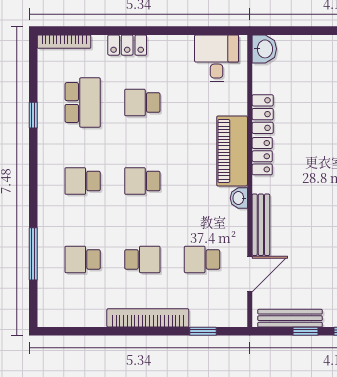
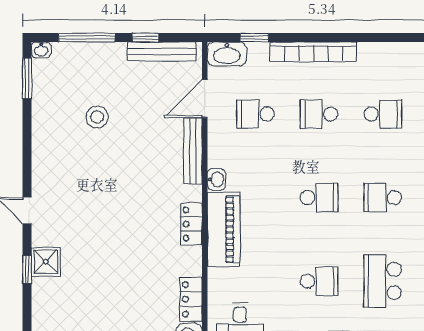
locker: (263, 114) -> (191, 299), moved
school desk: (83, 181) -> (383, 198), turned 180
school desk: (202, 259) -> (255, 114), turned 180
washbasin: (229, 316) -> (227, 54), added

